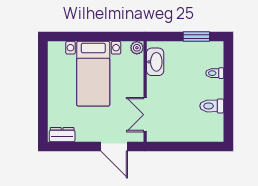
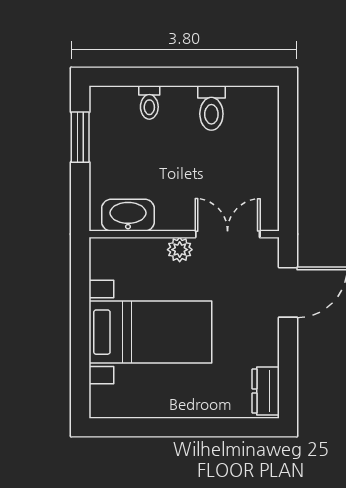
plant: (137, 48) -> (180, 250), moved
double door: (145, 115) -> (228, 234), swing flipped

